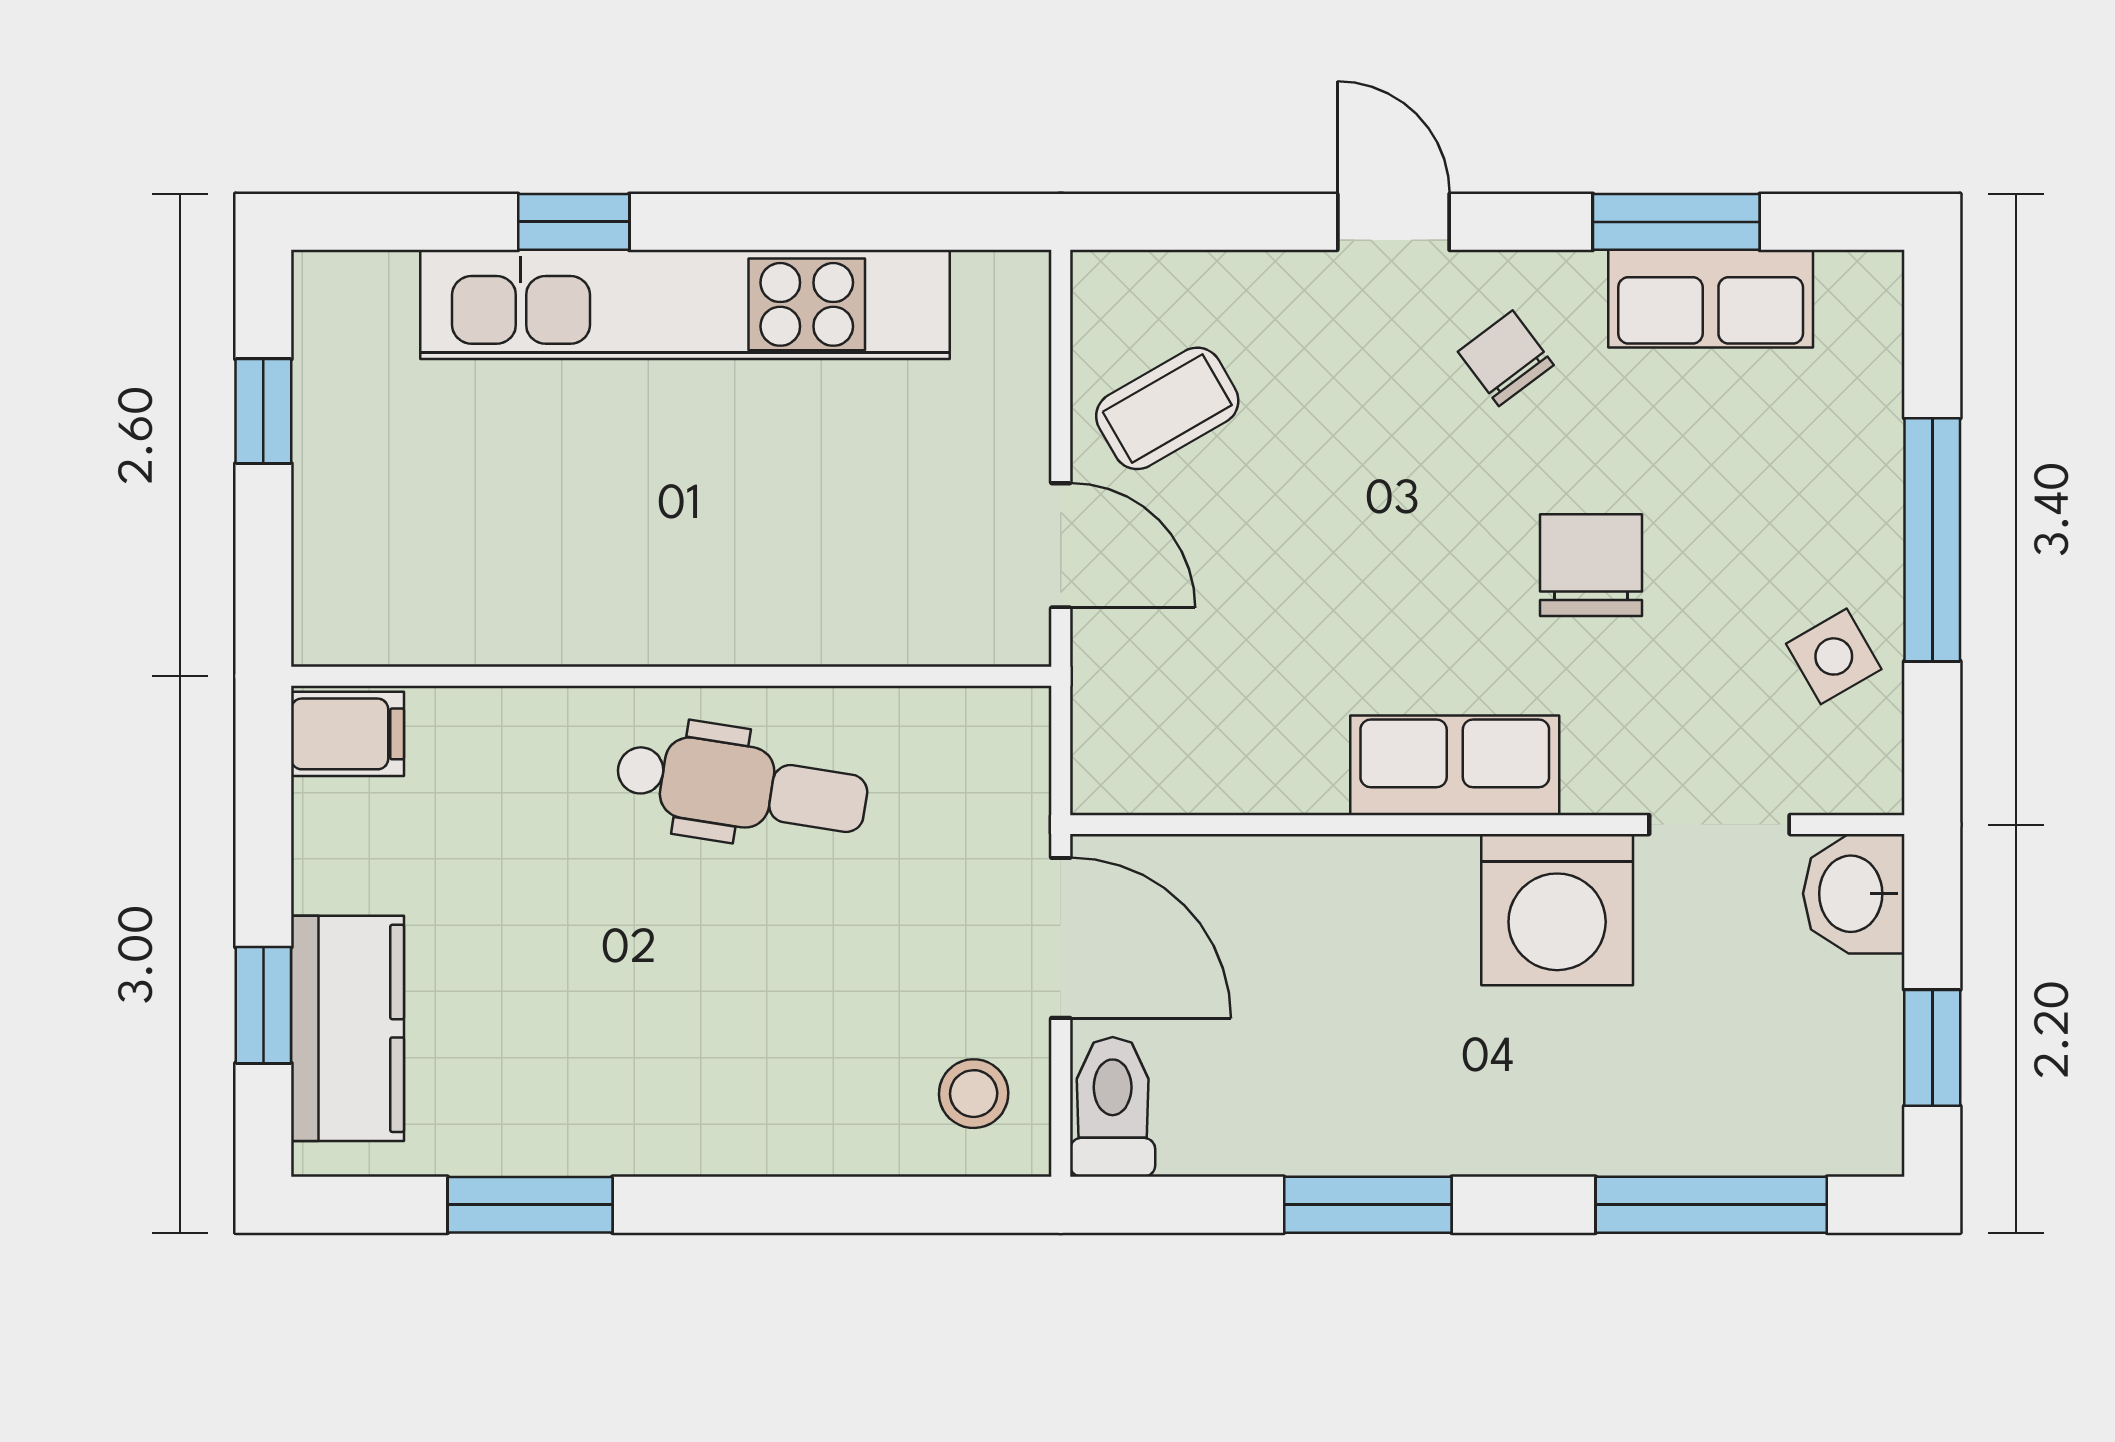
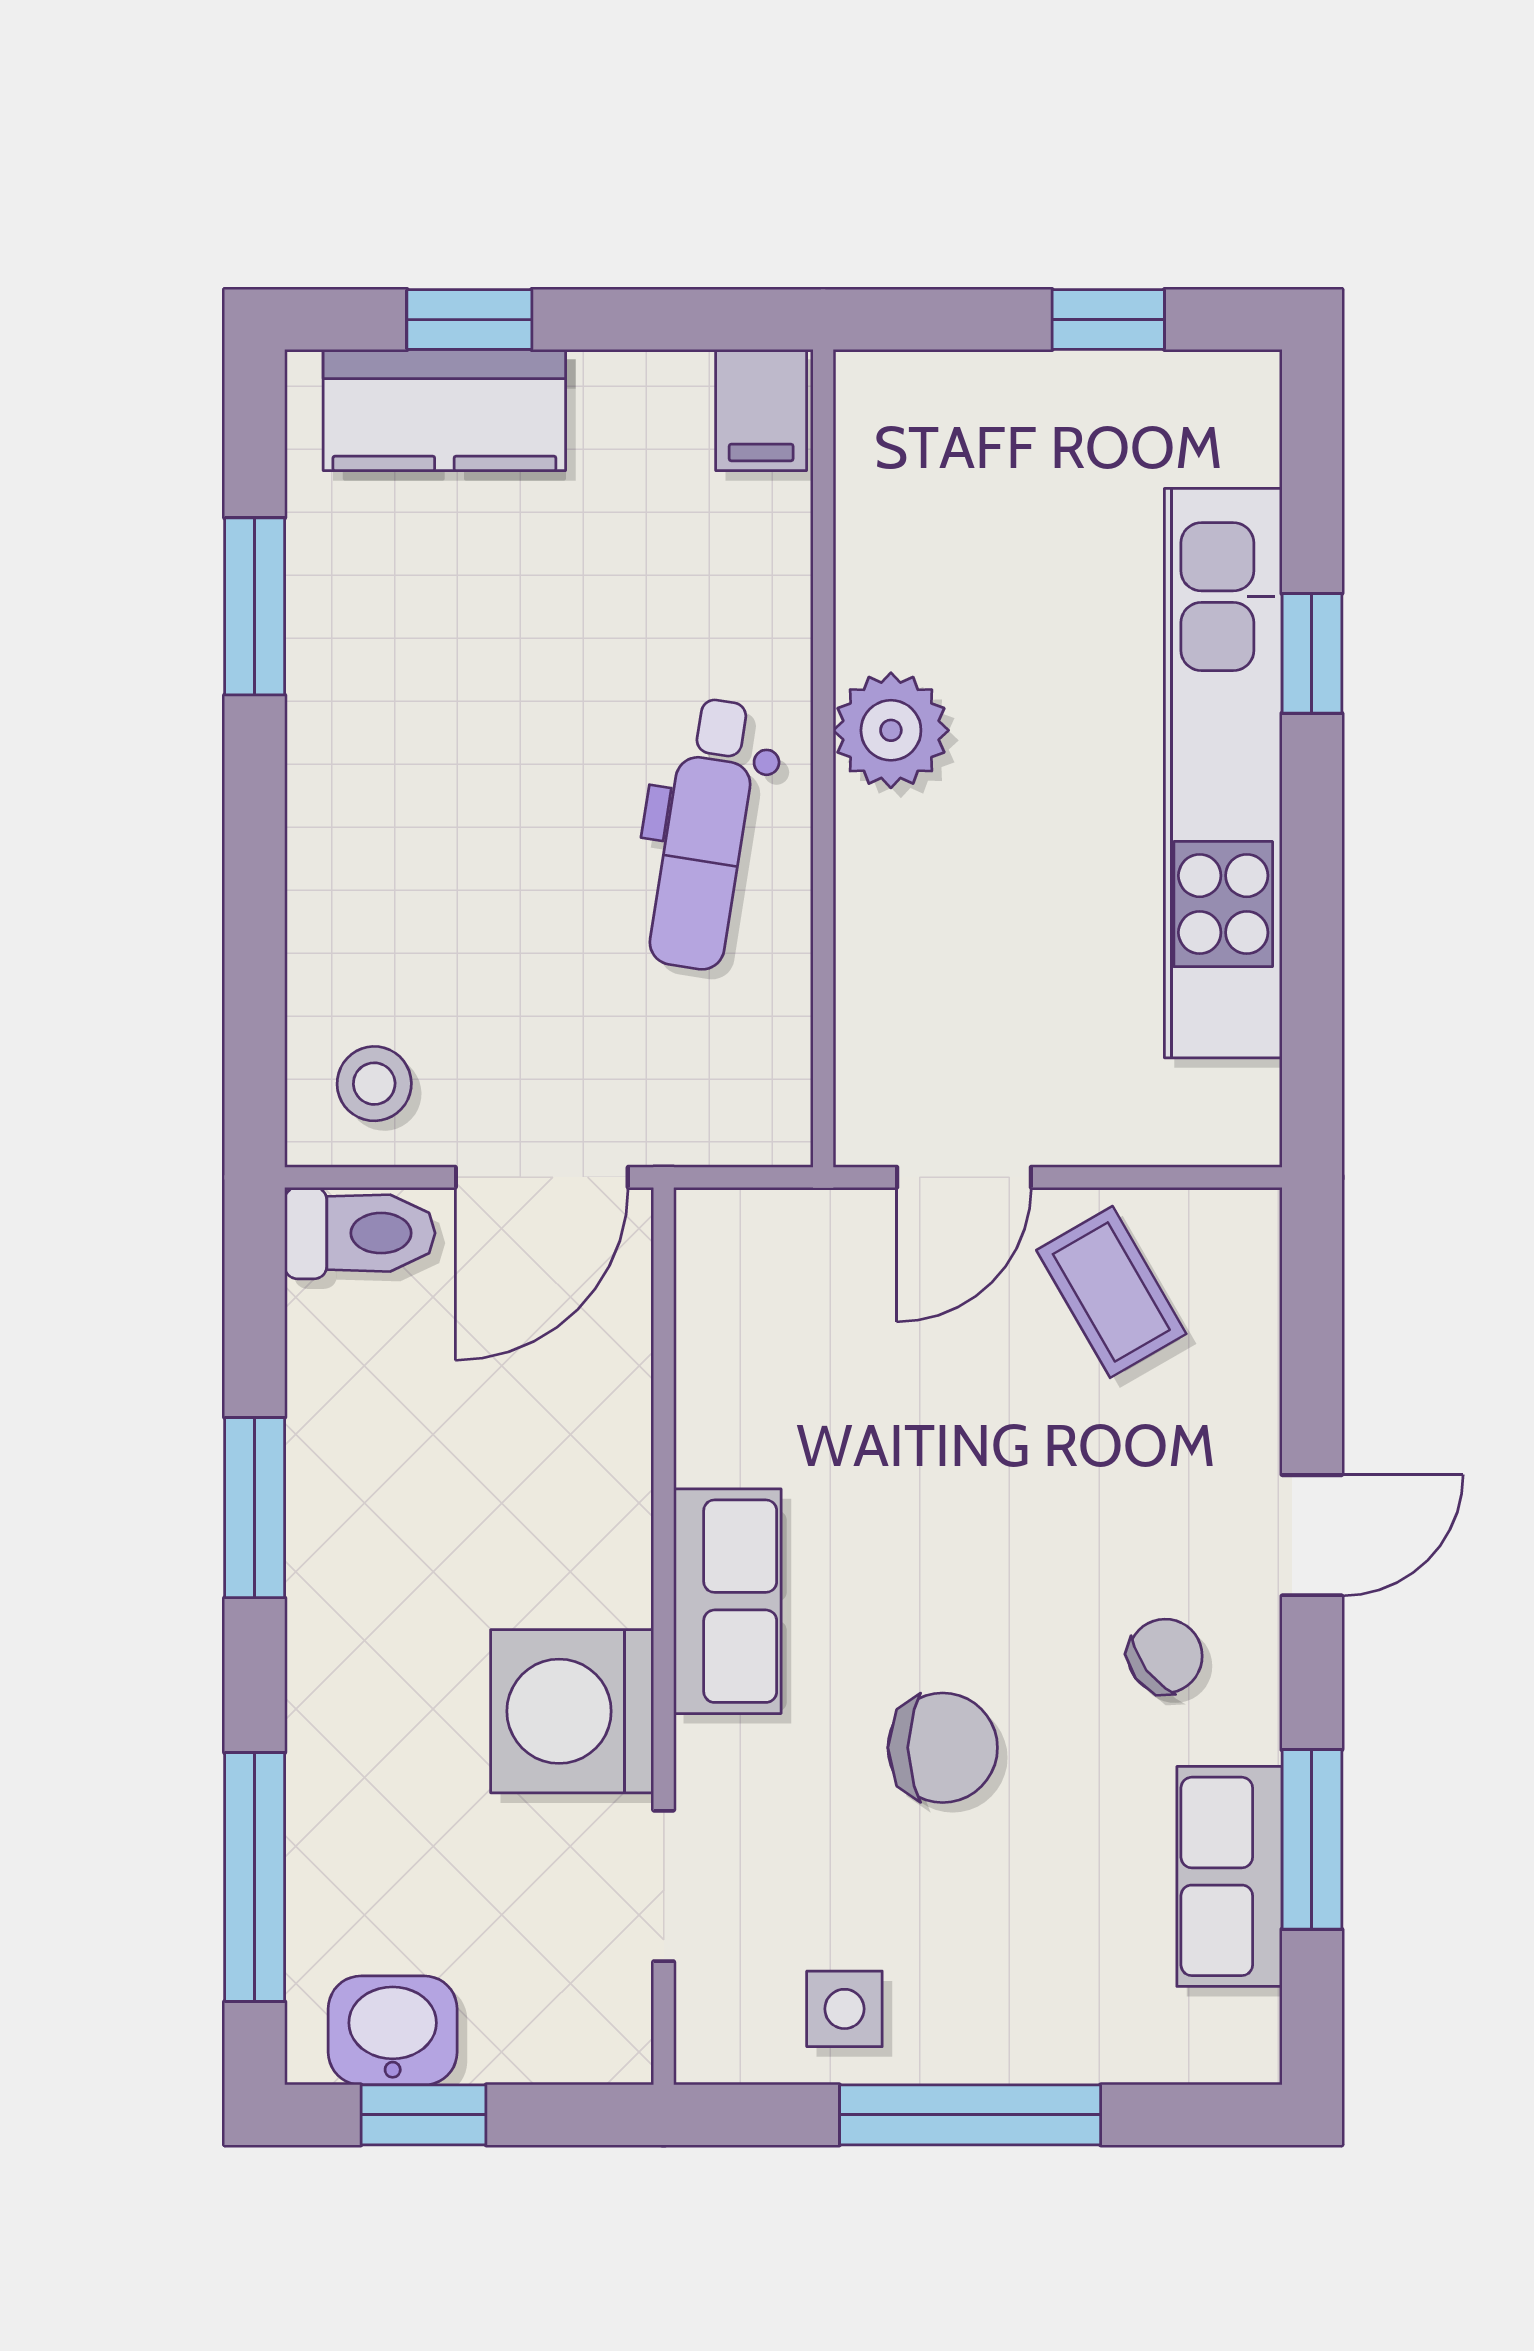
plant: (645, 613) -> (891, 730), added
side table: (1834, 656) -> (844, 2009), turned 30
washbasin: (1854, 894) -> (393, 2030), moved

